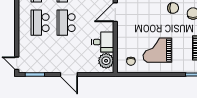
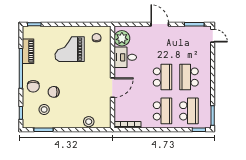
school desk: (40, 23) -> (189, 77), turned 180
grand piano: (157, 50) -> (70, 49), turned 180

